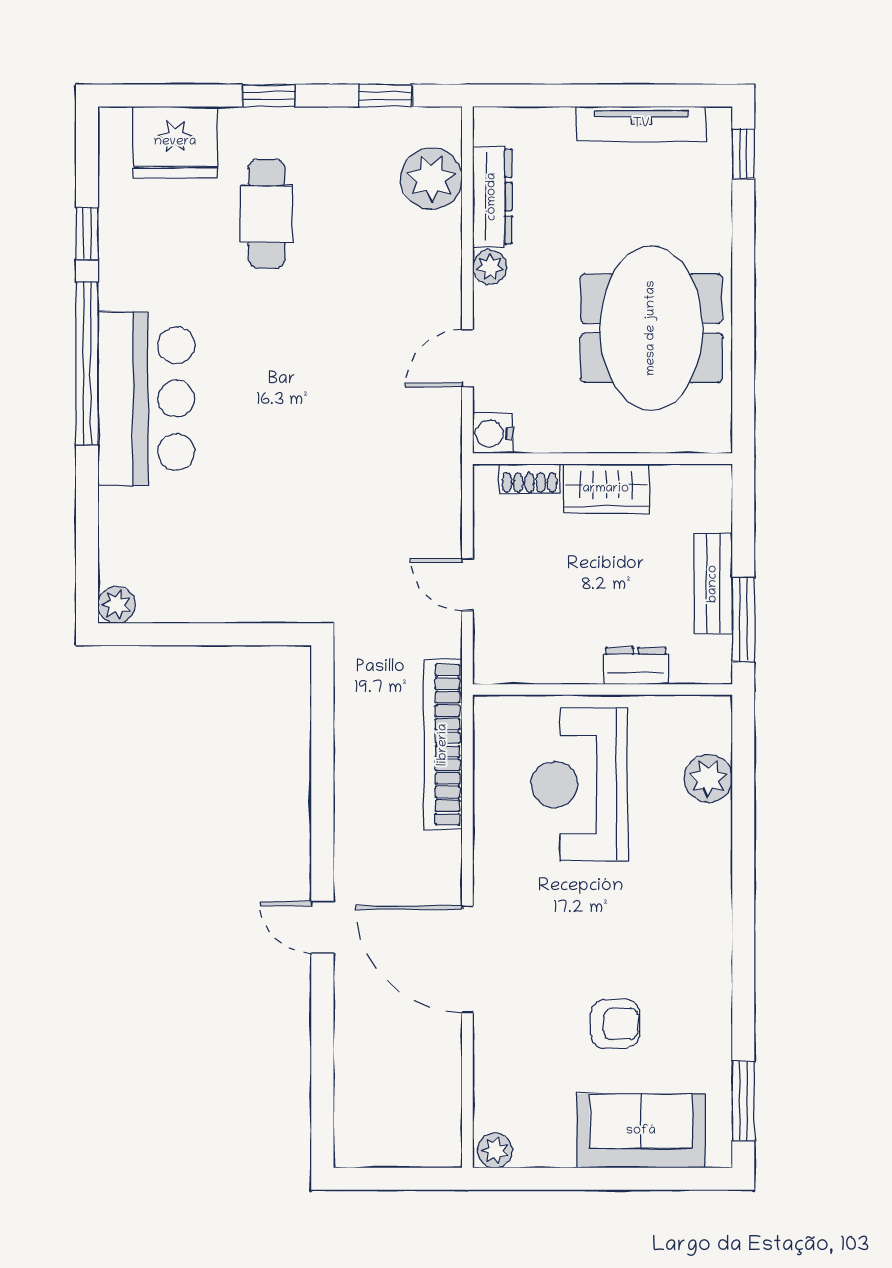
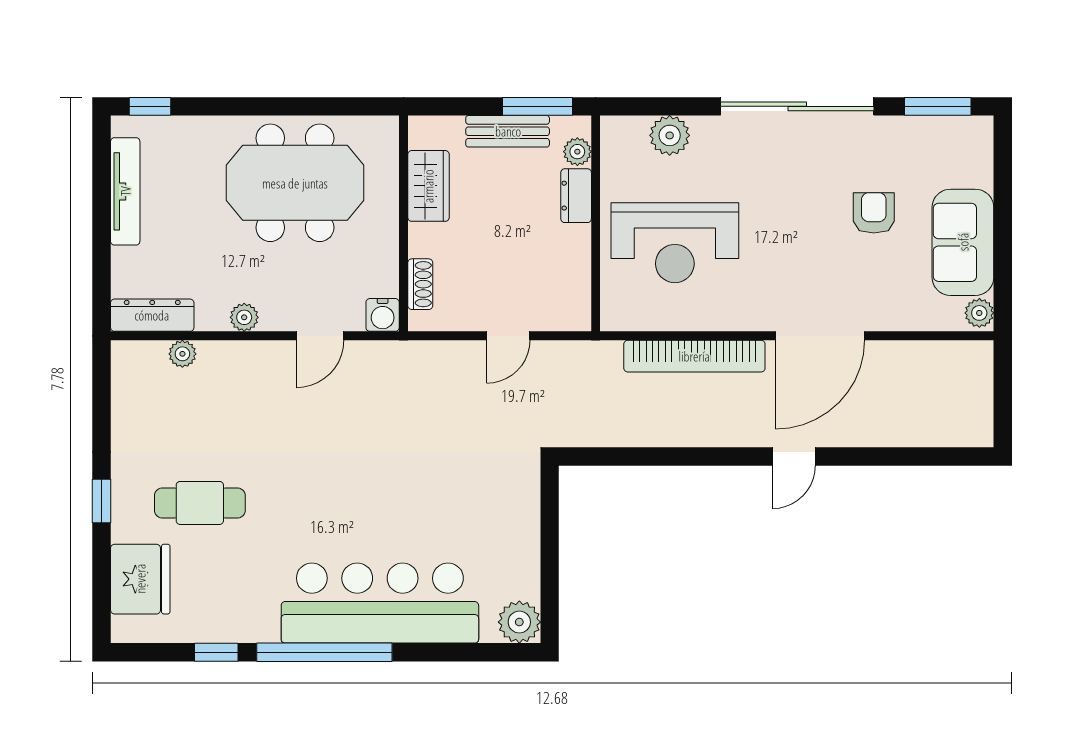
window: (385, 96) -> (102, 404), removed
plant: (431, 179) -> (182, 354), width x0.53, depth x0.53
dresser: (492, 197) -> (152, 315), moved
door: (467, 358) -> (320, 336), hinge flipped
bar counter: (146, 399) -> (380, 603), width x1.36
wardrobe: (606, 489) -> (428, 186), moved
plant: (117, 605) -> (519, 622), width x1.38, depth x1.38
plant: (689, 667) -> (577, 152), added
bookcase: (443, 745) -> (694, 356), moved
sliding door: (743, 932) -> (797, 106), added
sofa: (641, 1131) -> (963, 242), moved

